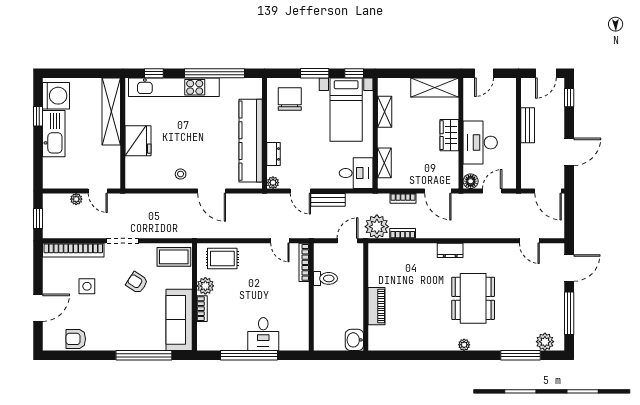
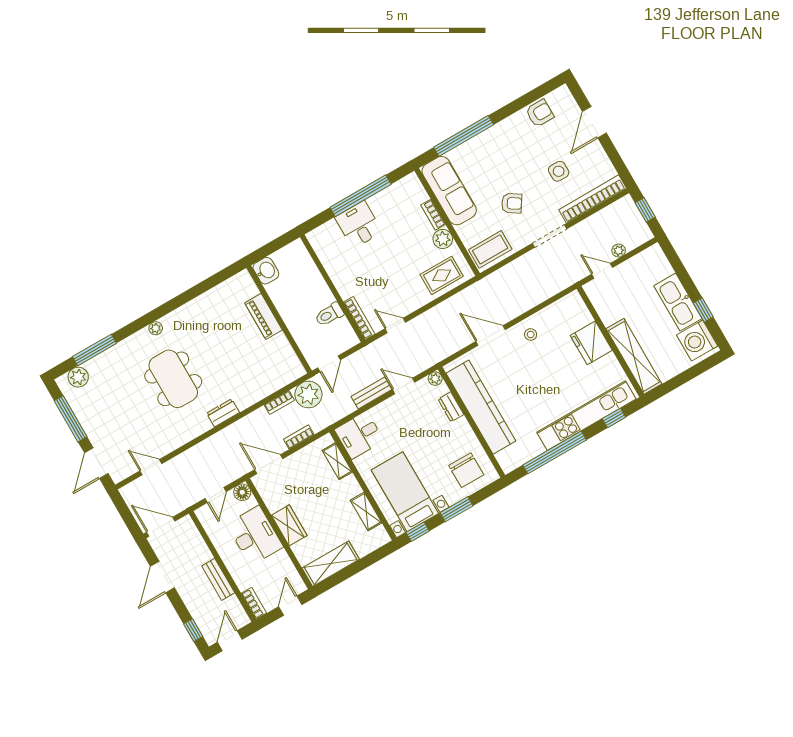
bookcase: (511, 91) -> (254, 603), added

